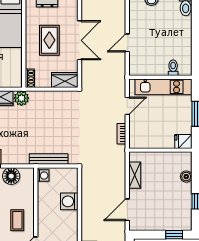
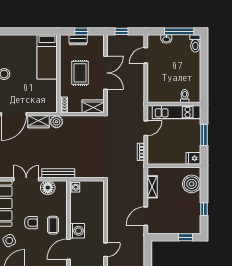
door: (127, 43) -> (146, 55), moved
bench: (49, 159) -> (58, 173), moved
boiler: (186, 177) -> (192, 184), width x1.86, depth x1.86
washing machine: (69, 201) -> (77, 231), moved, turned 180

